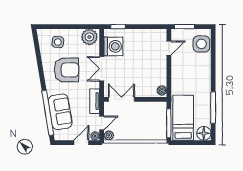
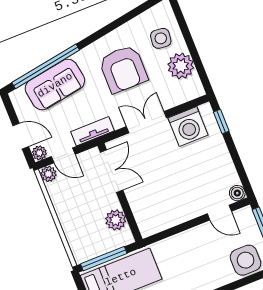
plant: (89, 37) -> (181, 66), moved
boiler: (162, 90) -> (237, 193), moved
plant: (150, 108) -> (116, 220), added

